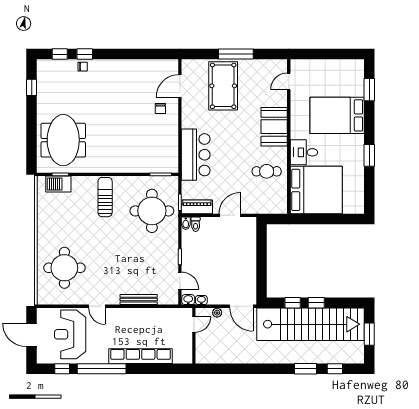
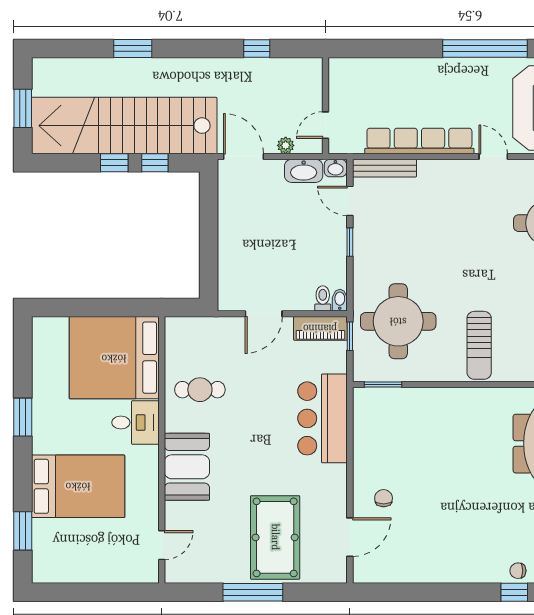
bench: (139, 300) -> (384, 168), moved
washbasin: (201, 300) -> (304, 171), width x1.91, depth x1.45
row of seats: (141, 356) -> (419, 141), moved, turned 180
window: (335, 369) -> (257, 48), moved

